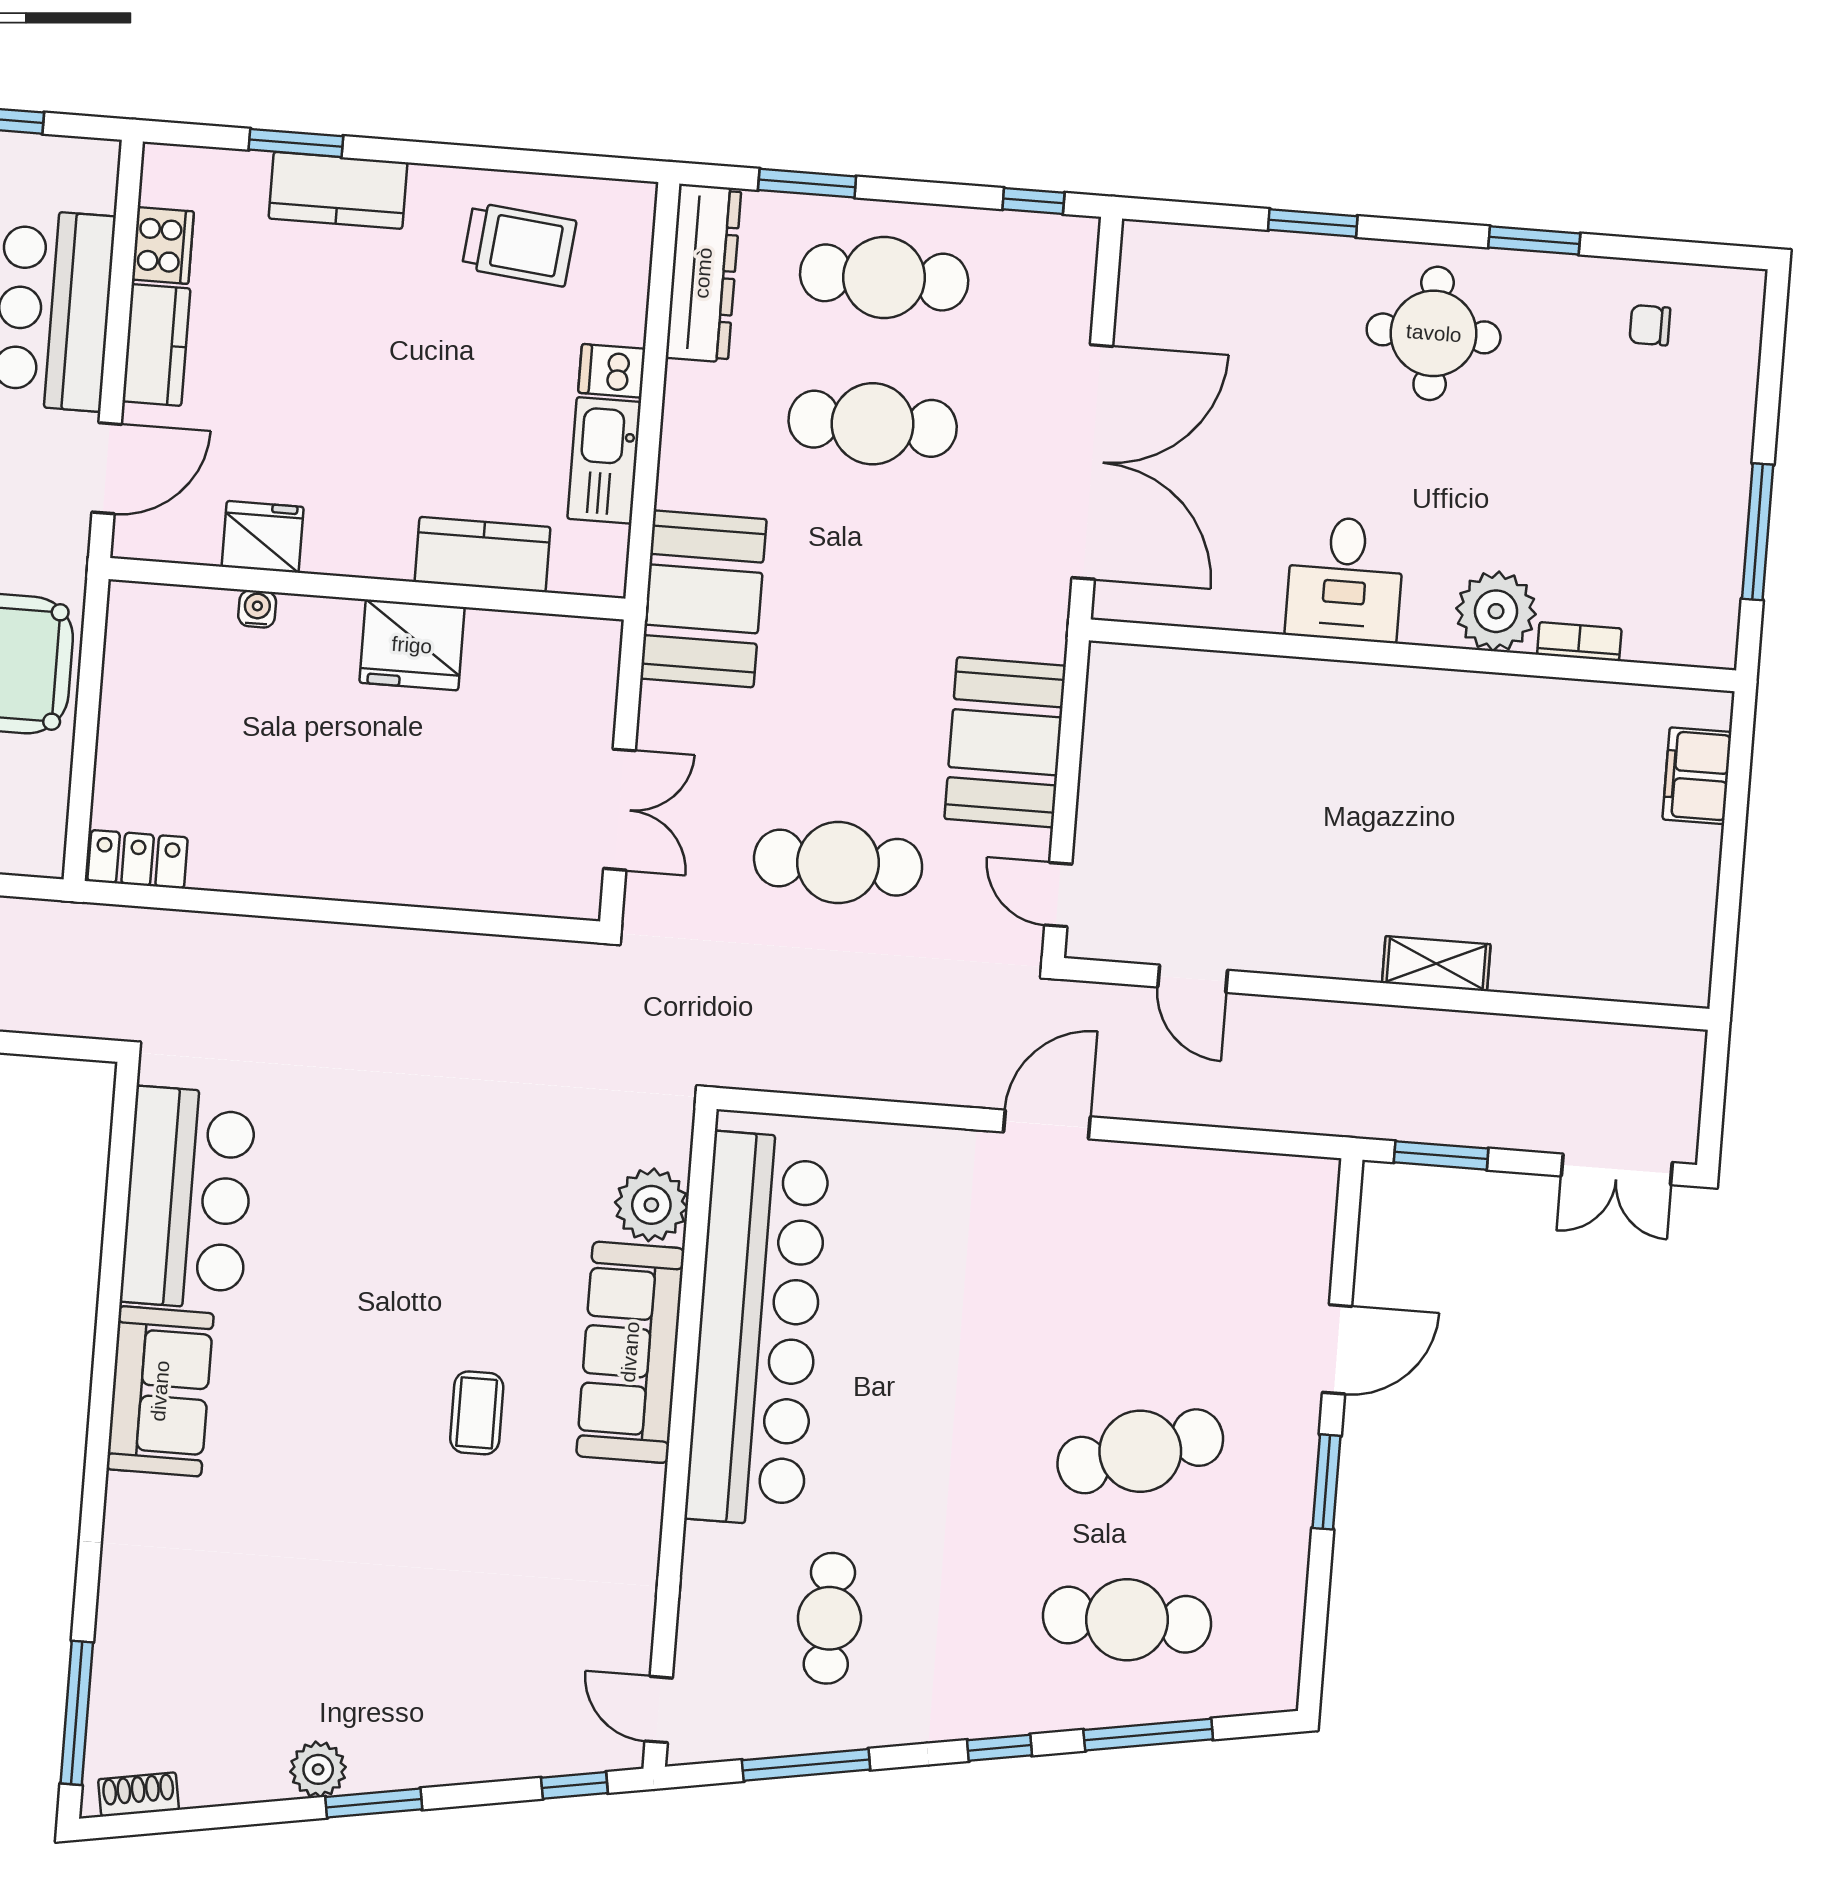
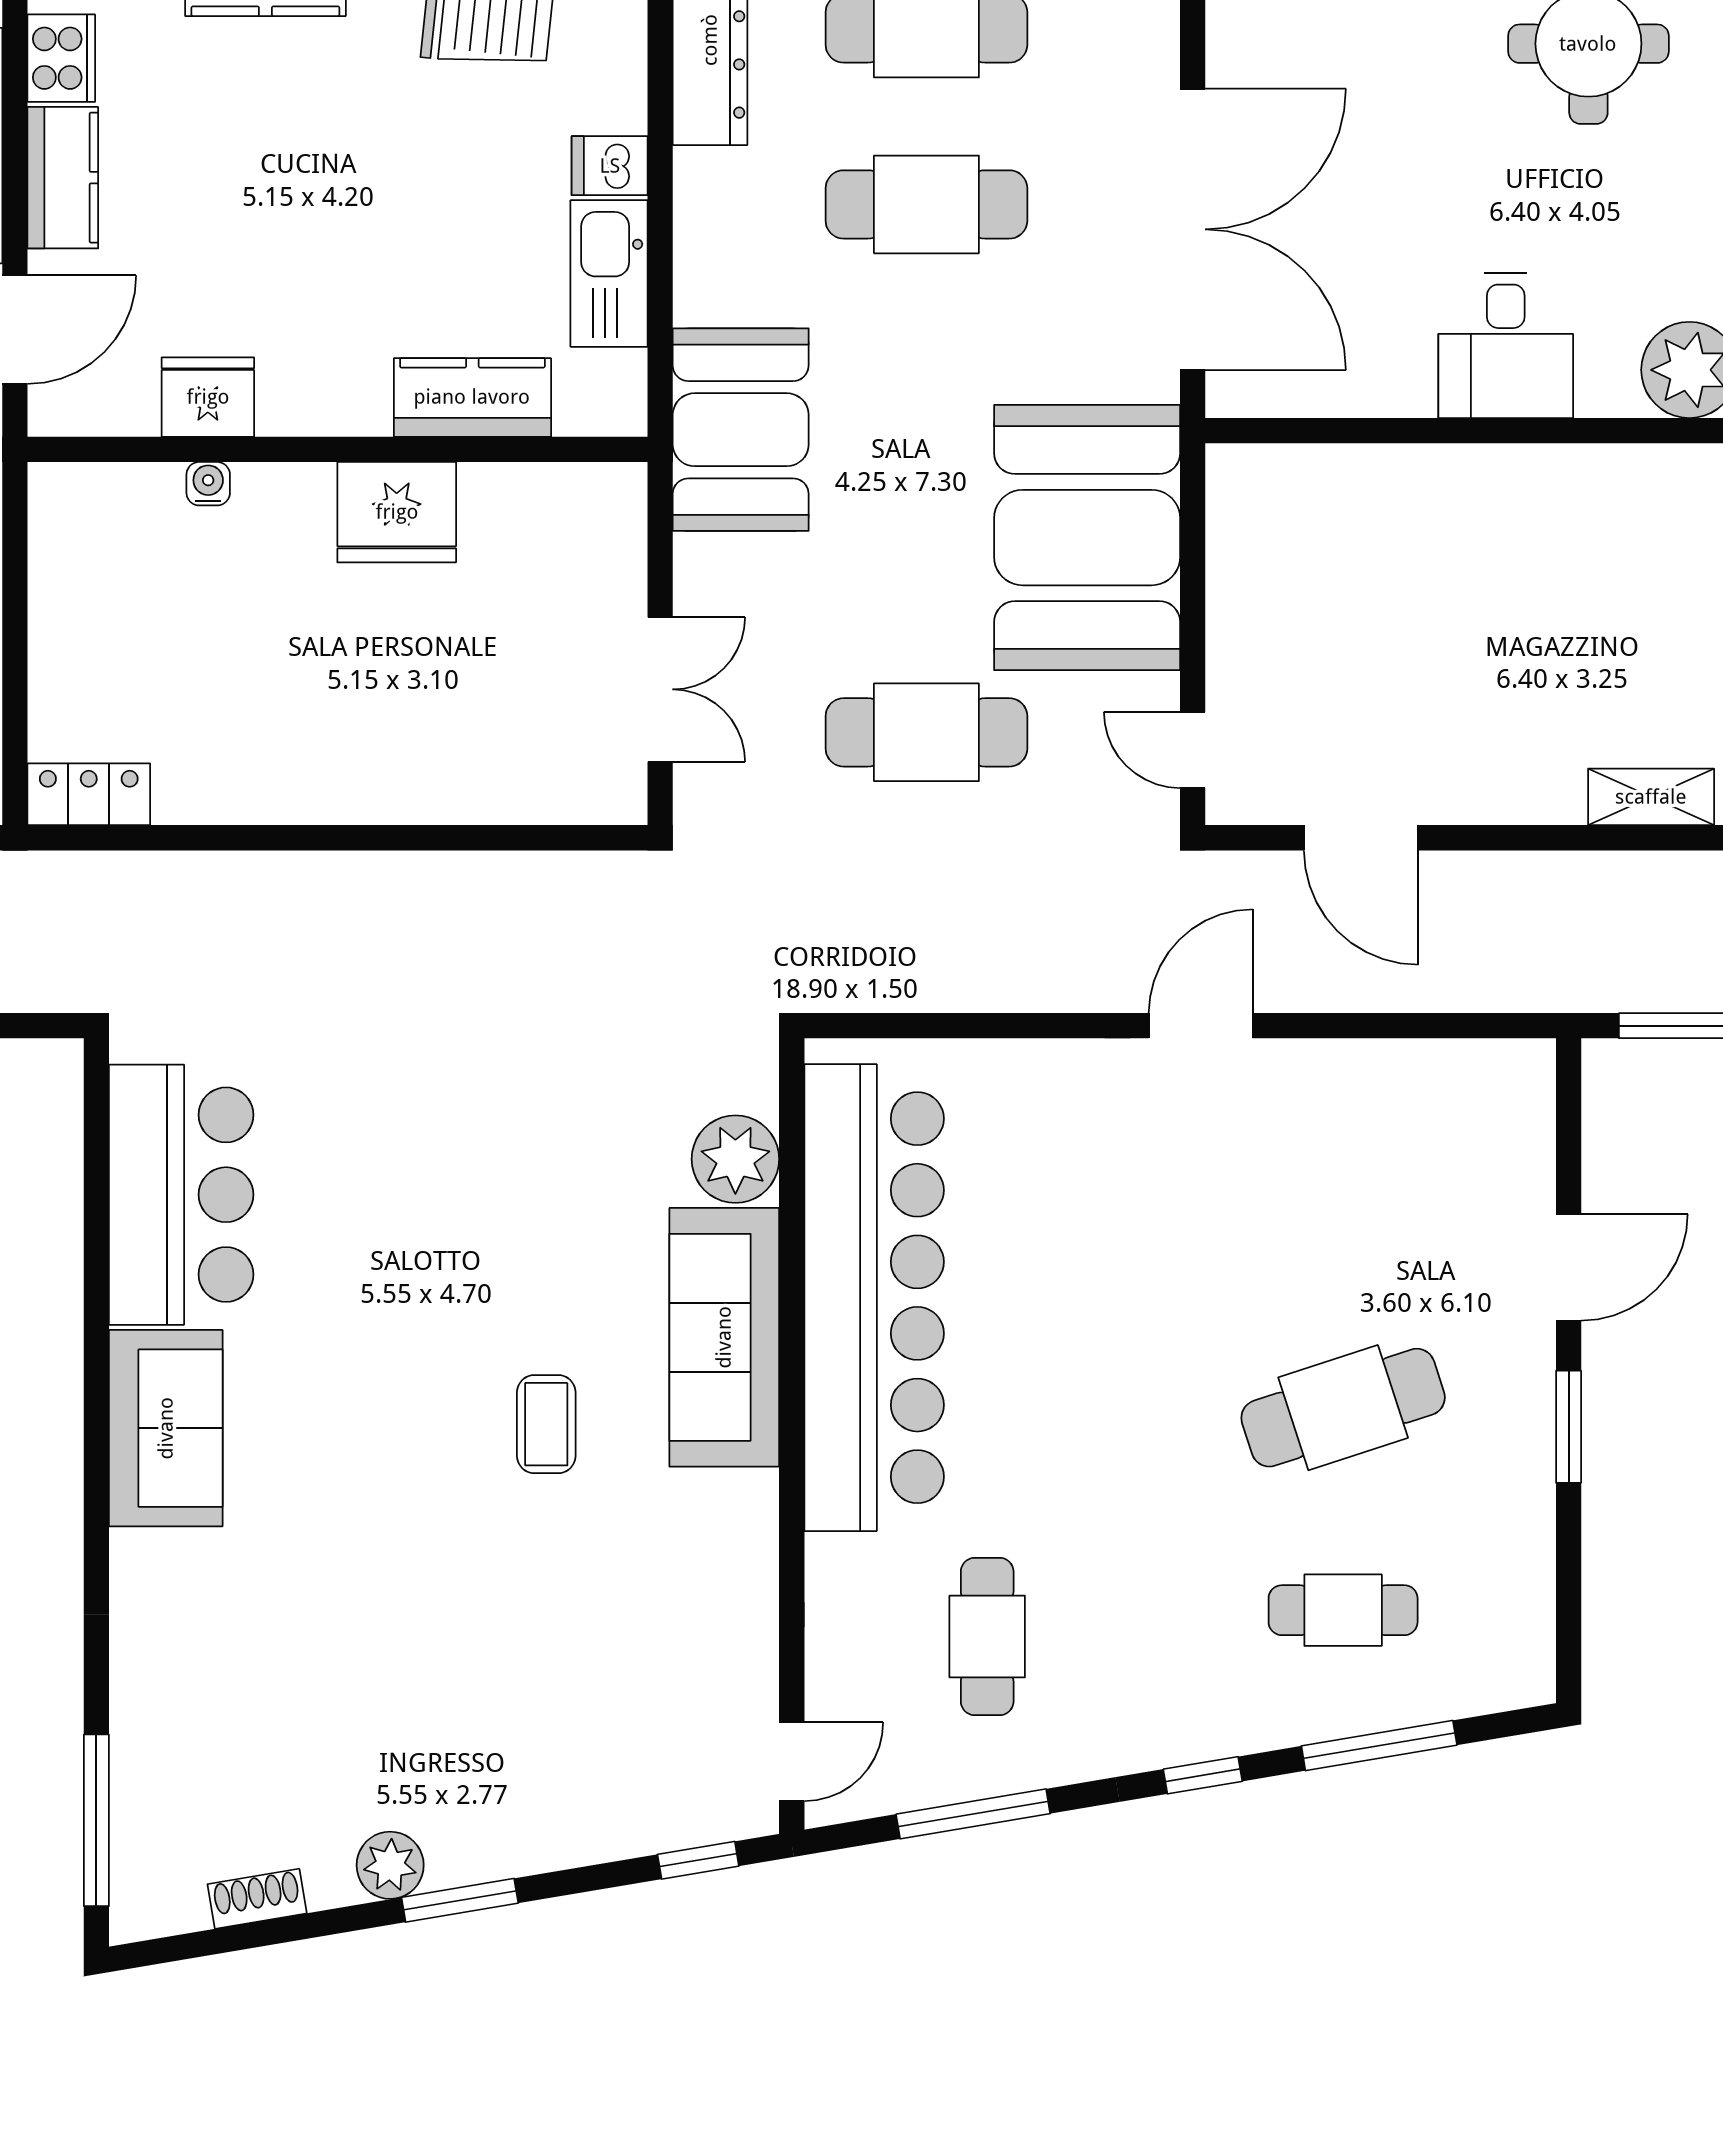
booth: (1005, 742) -> (1087, 538), width x1.36, depth x1.42
door: (1193, 979) -> (1361, 838), width x1.38
cafe table: (1127, 1620) -> (1343, 1610), width x0.73, depth x0.74
door: (659, 1710) -> (792, 1762), swing flipped
shoe rack: (139, 1794) -> (257, 1899), moved

